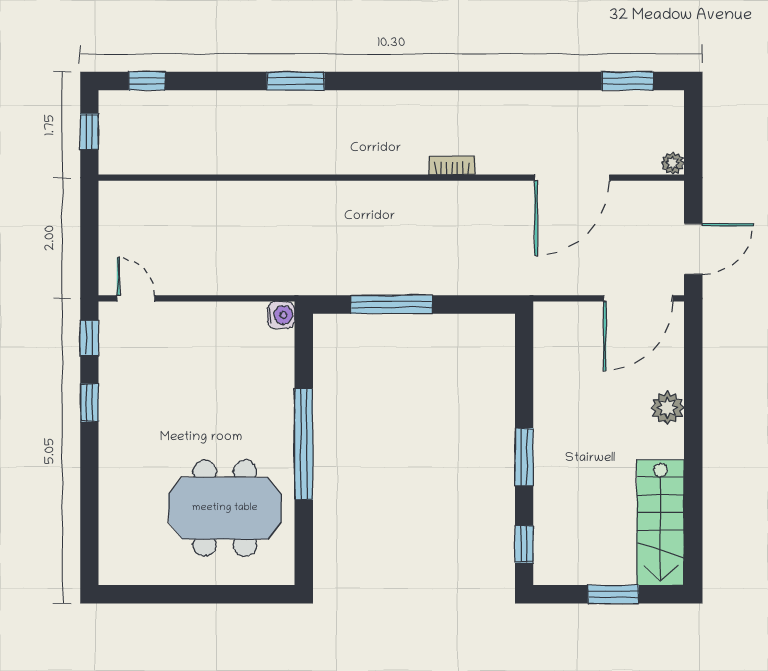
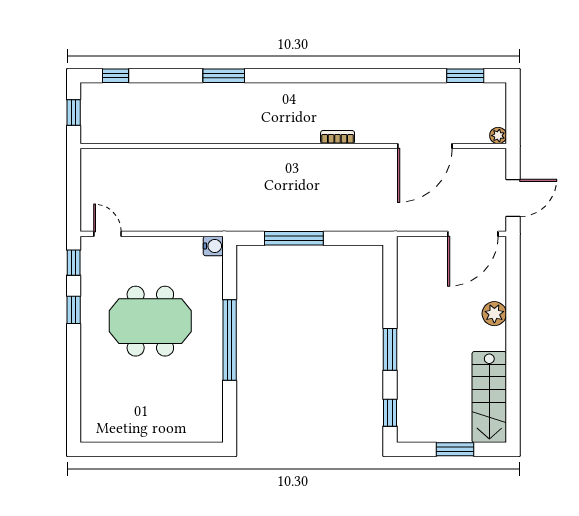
meeting table: (225, 508) -> (150, 321), moved

